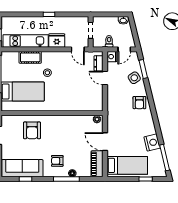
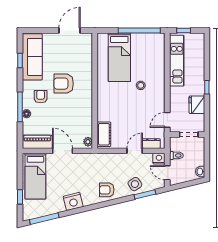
fridge: (57, 41) -> (197, 105), moved, turned 180
cot: (30, 57) -> (104, 134), moved
armchair: (32, 130) -> (64, 84), moved
door: (105, 142) -> (62, 151), hinge flipped
nightstand: (152, 143) -> (73, 201), moved

